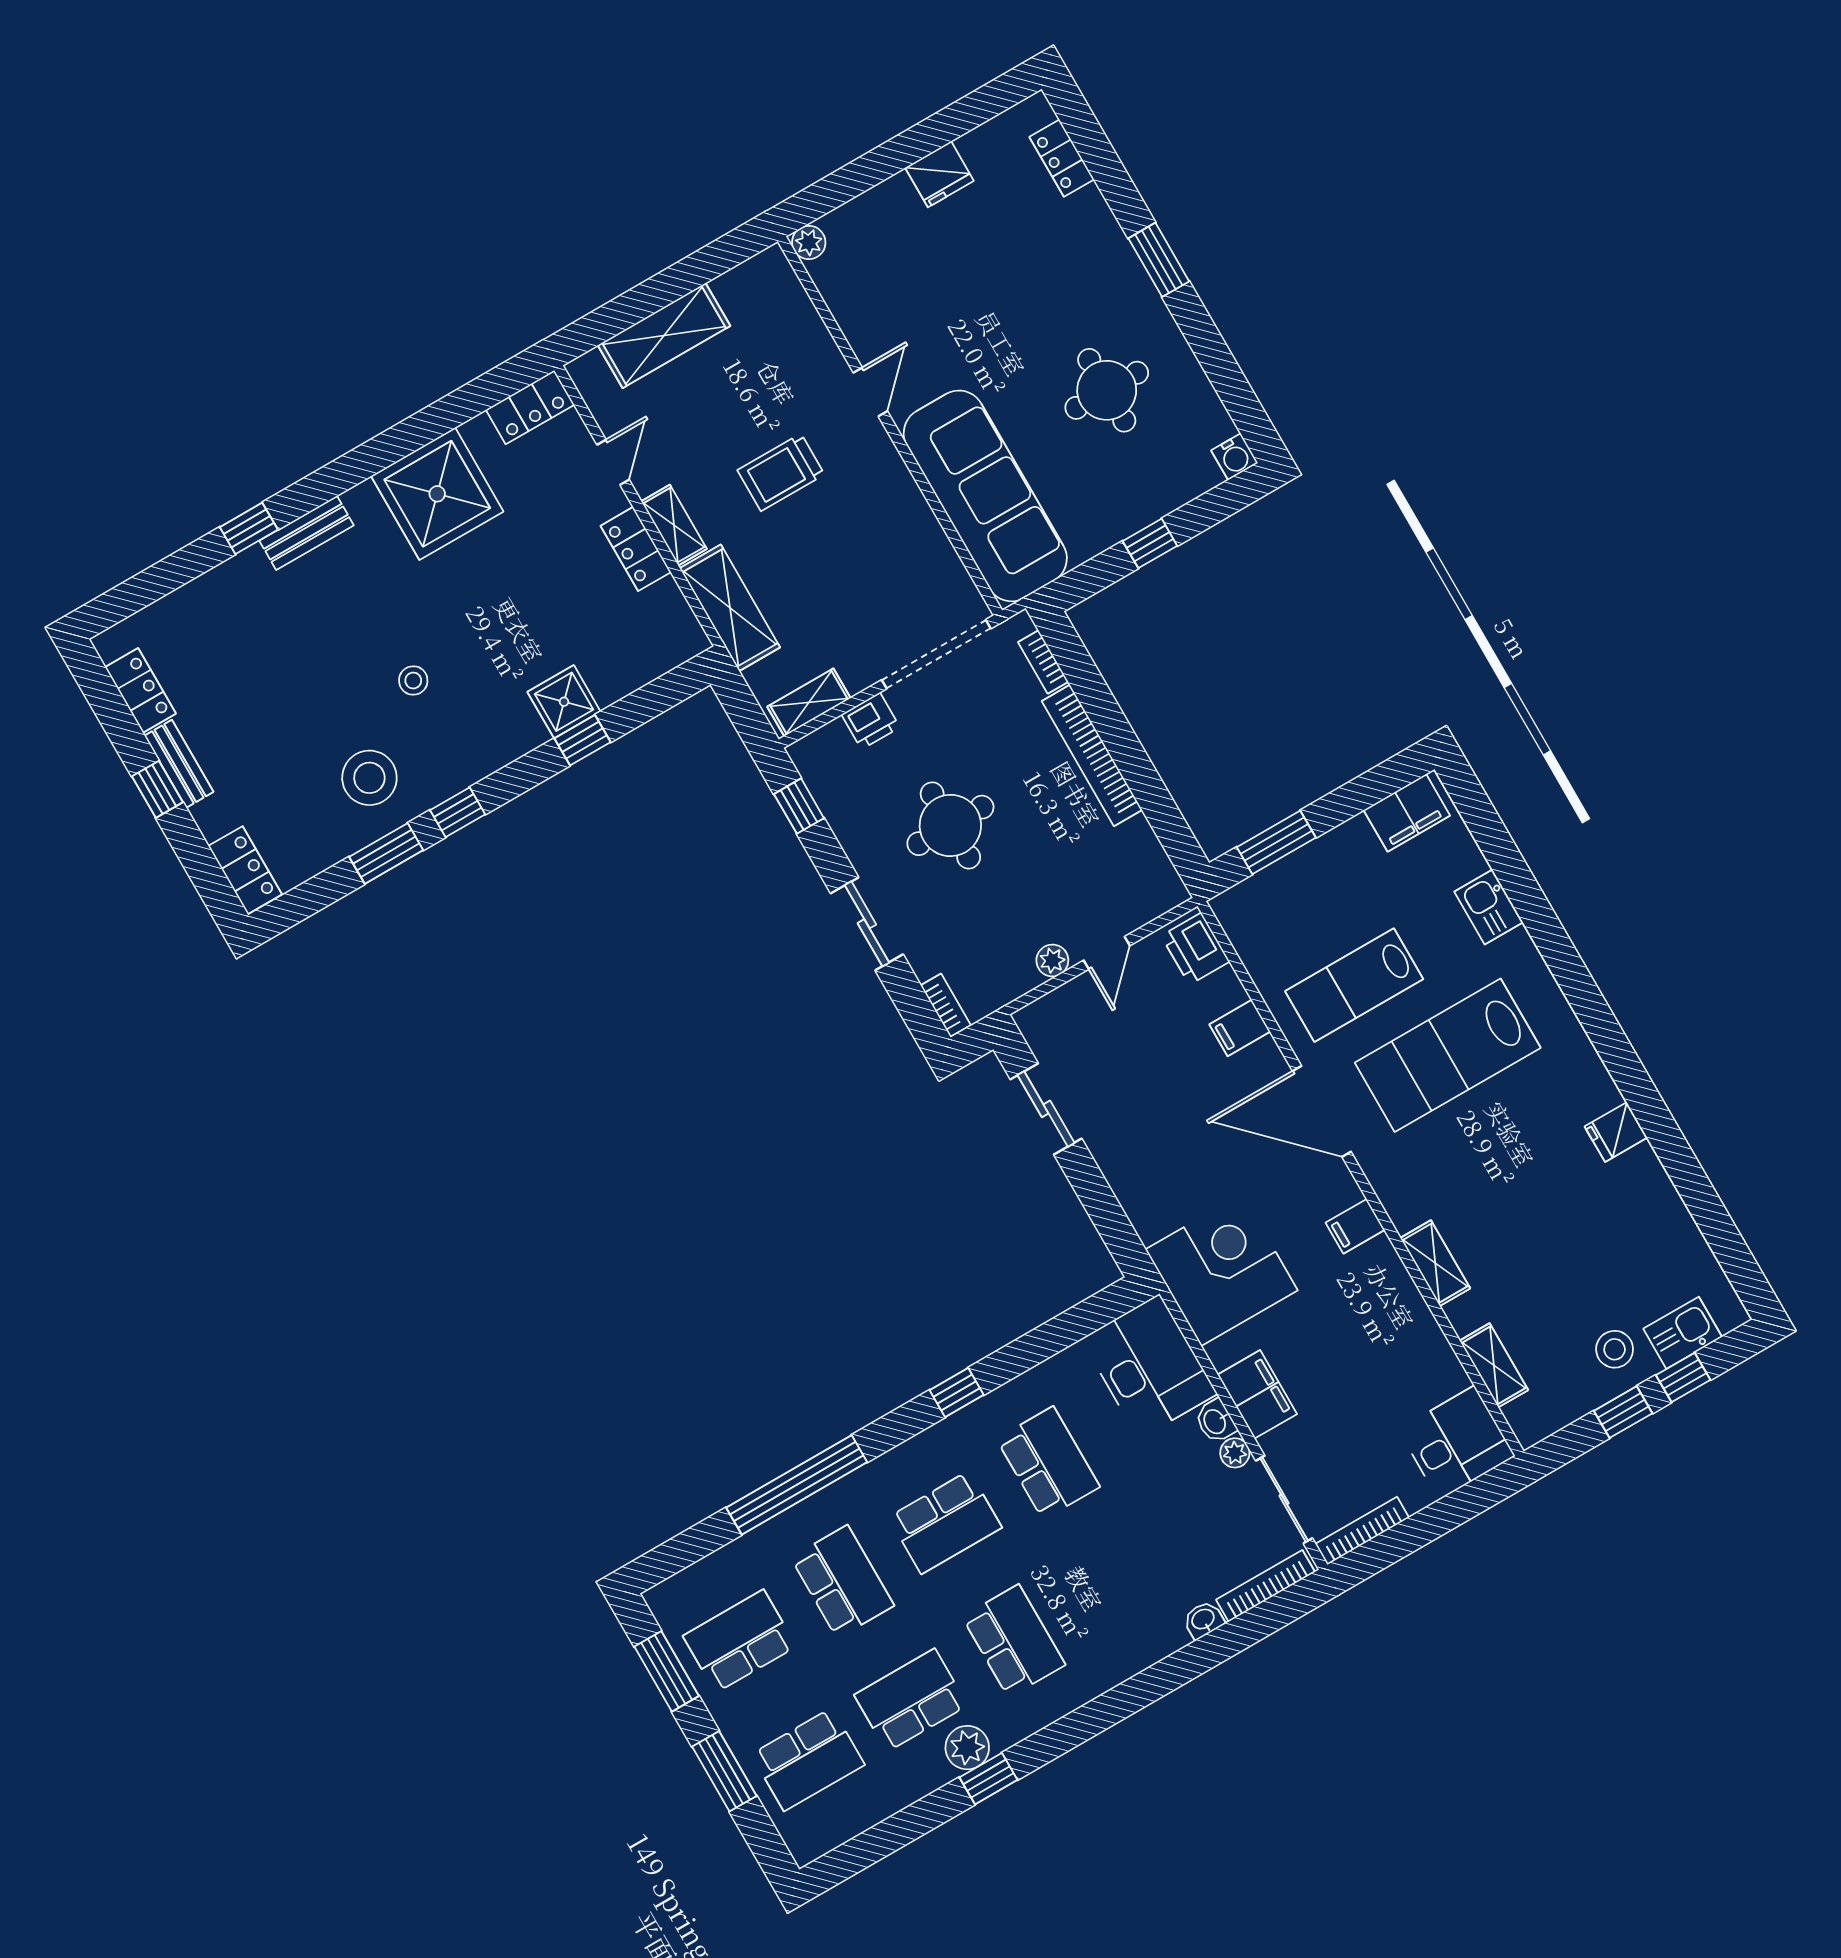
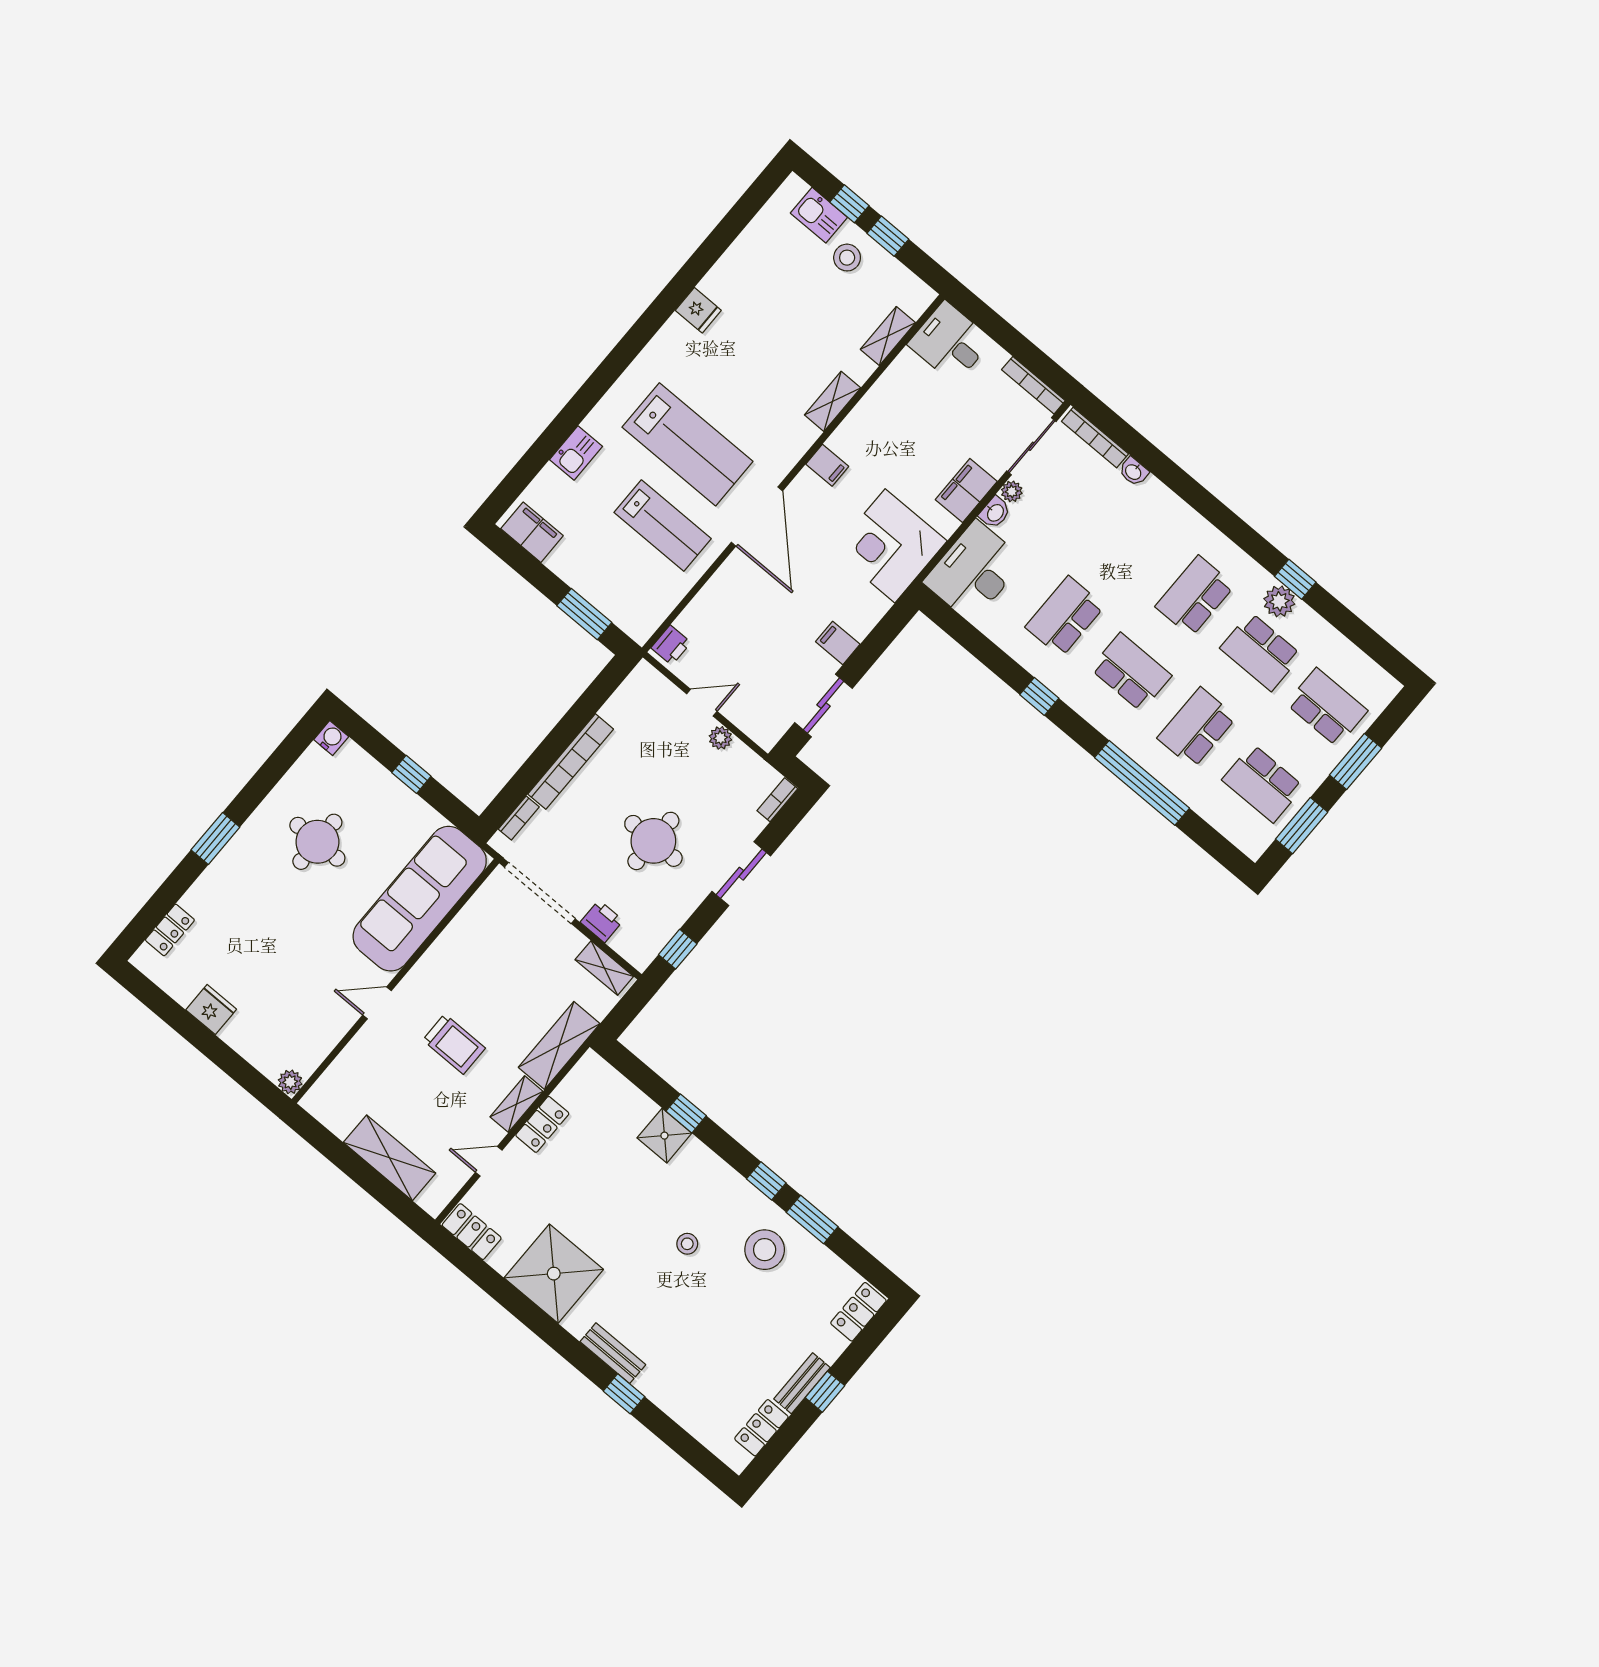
printer: (1195, 949) -> (671, 645), width x0.73, depth x0.81
filing cabinet: (1240, 1028) -> (838, 643), moved, turned 180

